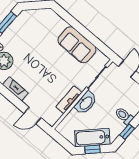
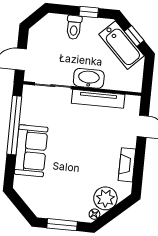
window: (89, 36) -> (14, 125), added
sofa: (77, 45) -> (31, 151), moved
tv unit: (69, 100) -> (98, 99), width x1.41

